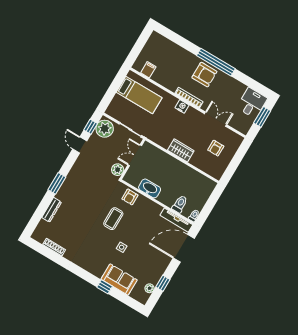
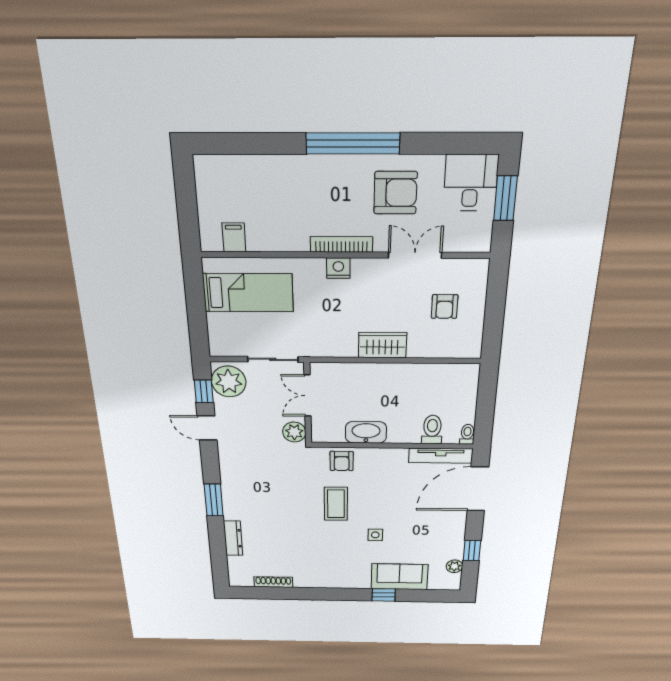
armchair: (204, 75) -> (395, 193), moved

